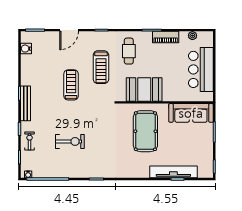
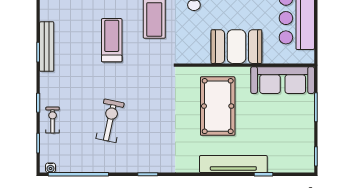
booth: (144, 89) -> (236, 47), moved
bench: (25, 103) -> (47, 47), moved
exercise bike: (70, 141) -> (110, 121), turned -78
tv unit: (173, 172) -> (233, 164), moved

